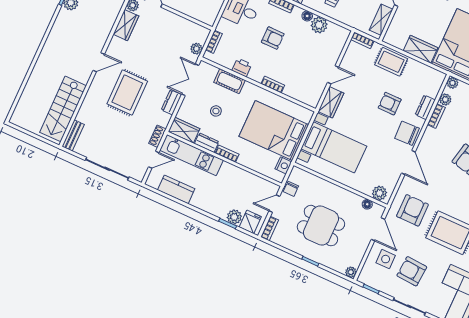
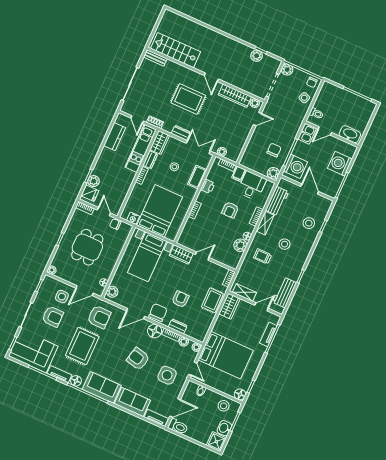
wardrobe: (126, 25) -> (235, 96), width x1.50
filing cabinet: (225, 27) -> (239, 174), added
wardrobe: (421, 49) -> (230, 306), moved
door: (333, 75) -> (202, 256), swing flipped
floor lamp: (431, 138) -> (155, 331), added
armchair: (412, 271) -> (53, 317), turned 86

